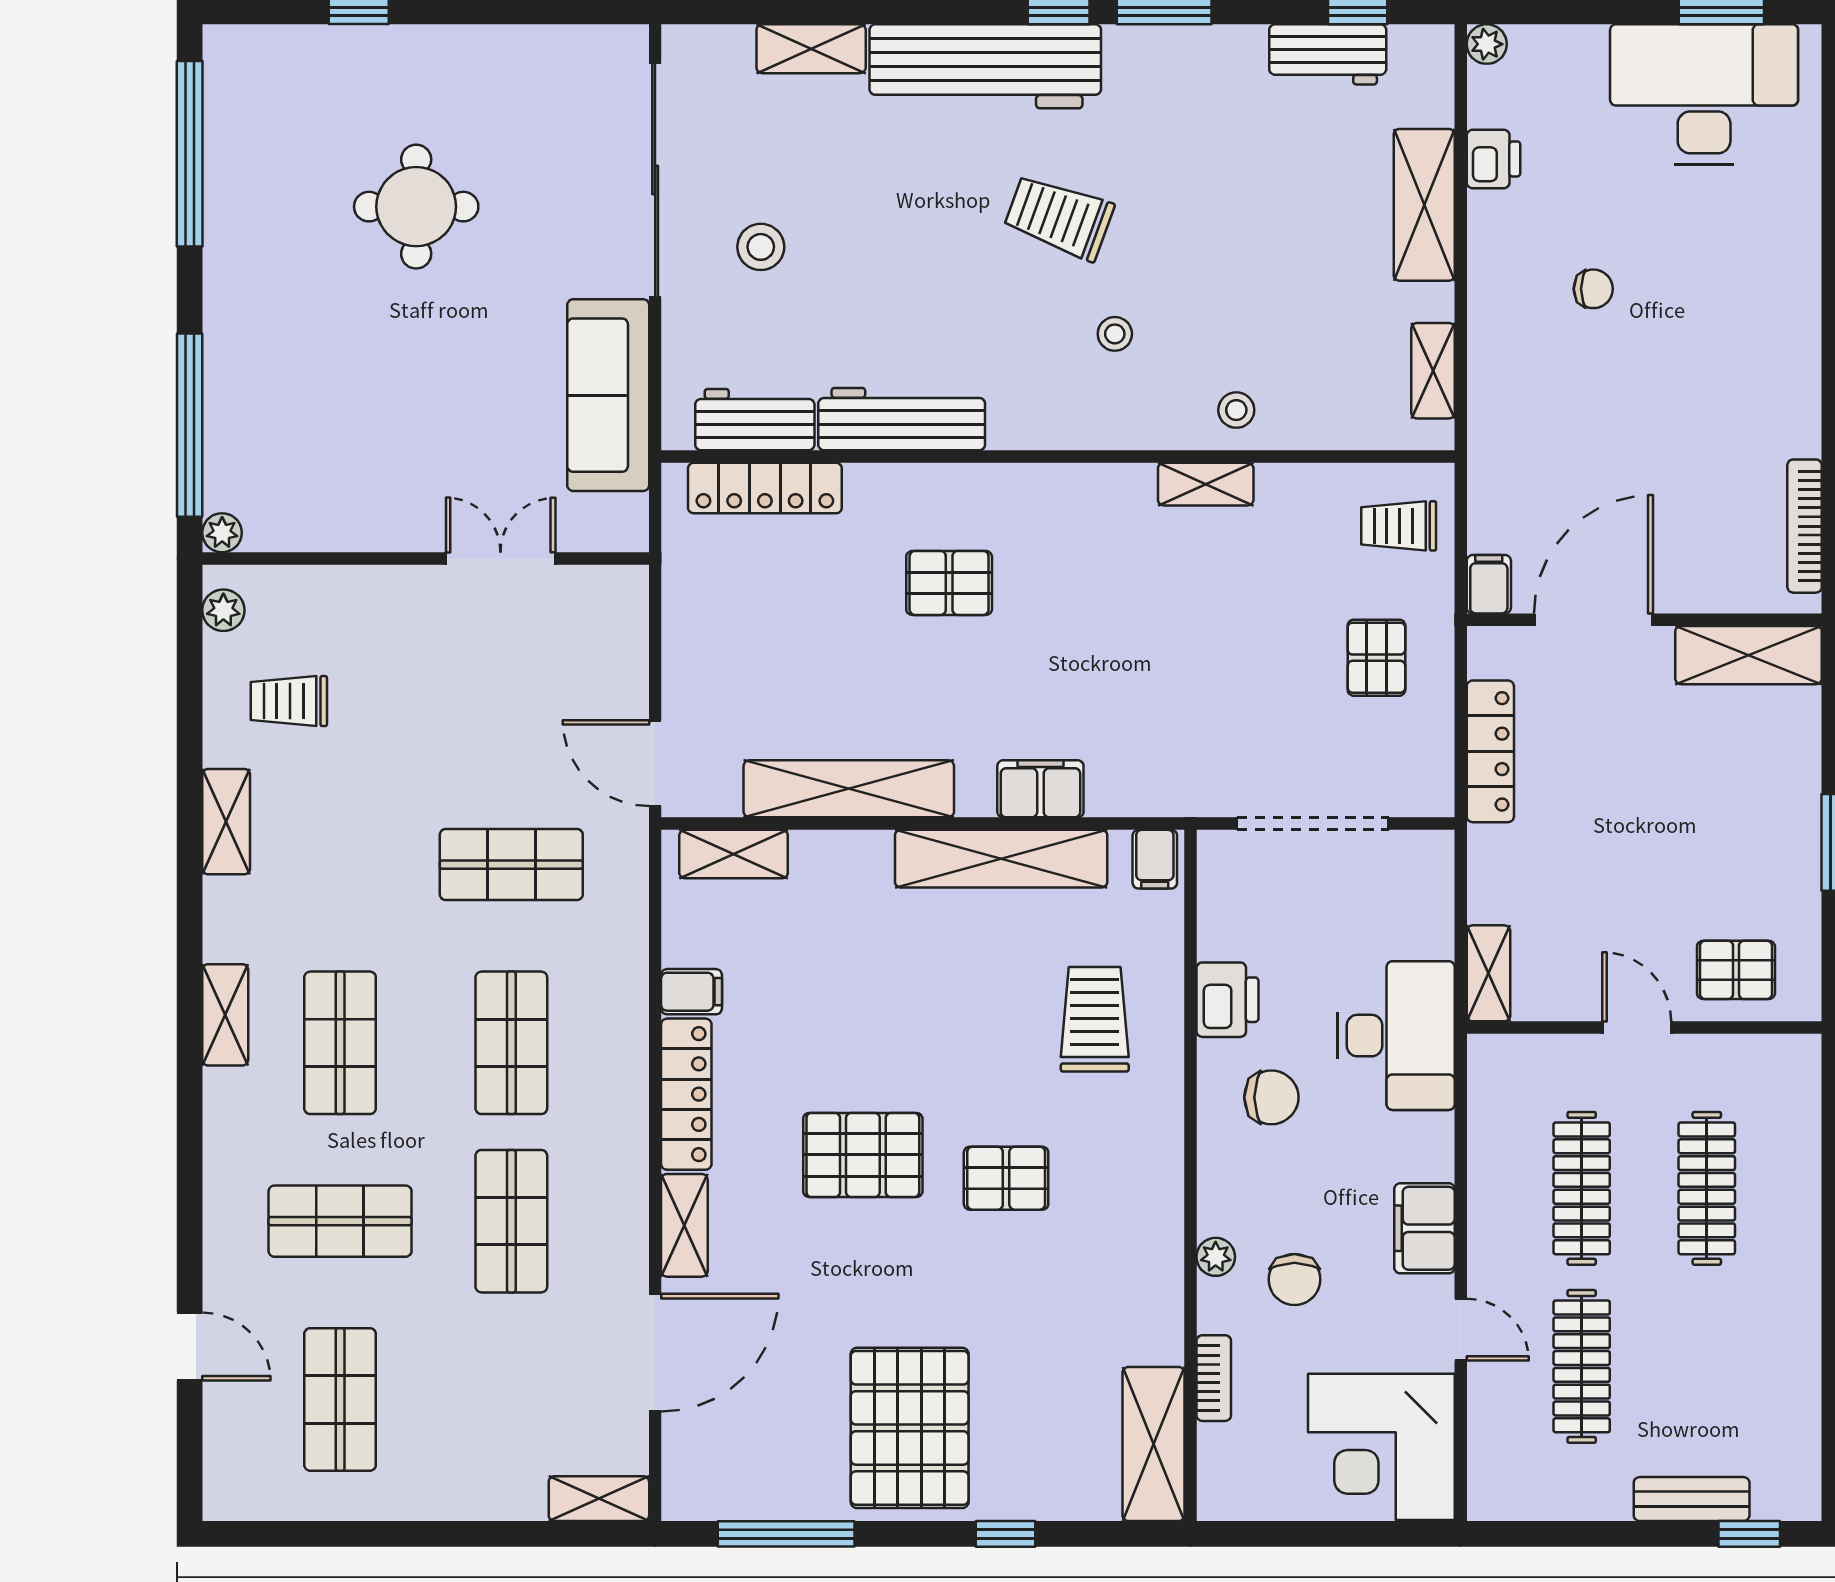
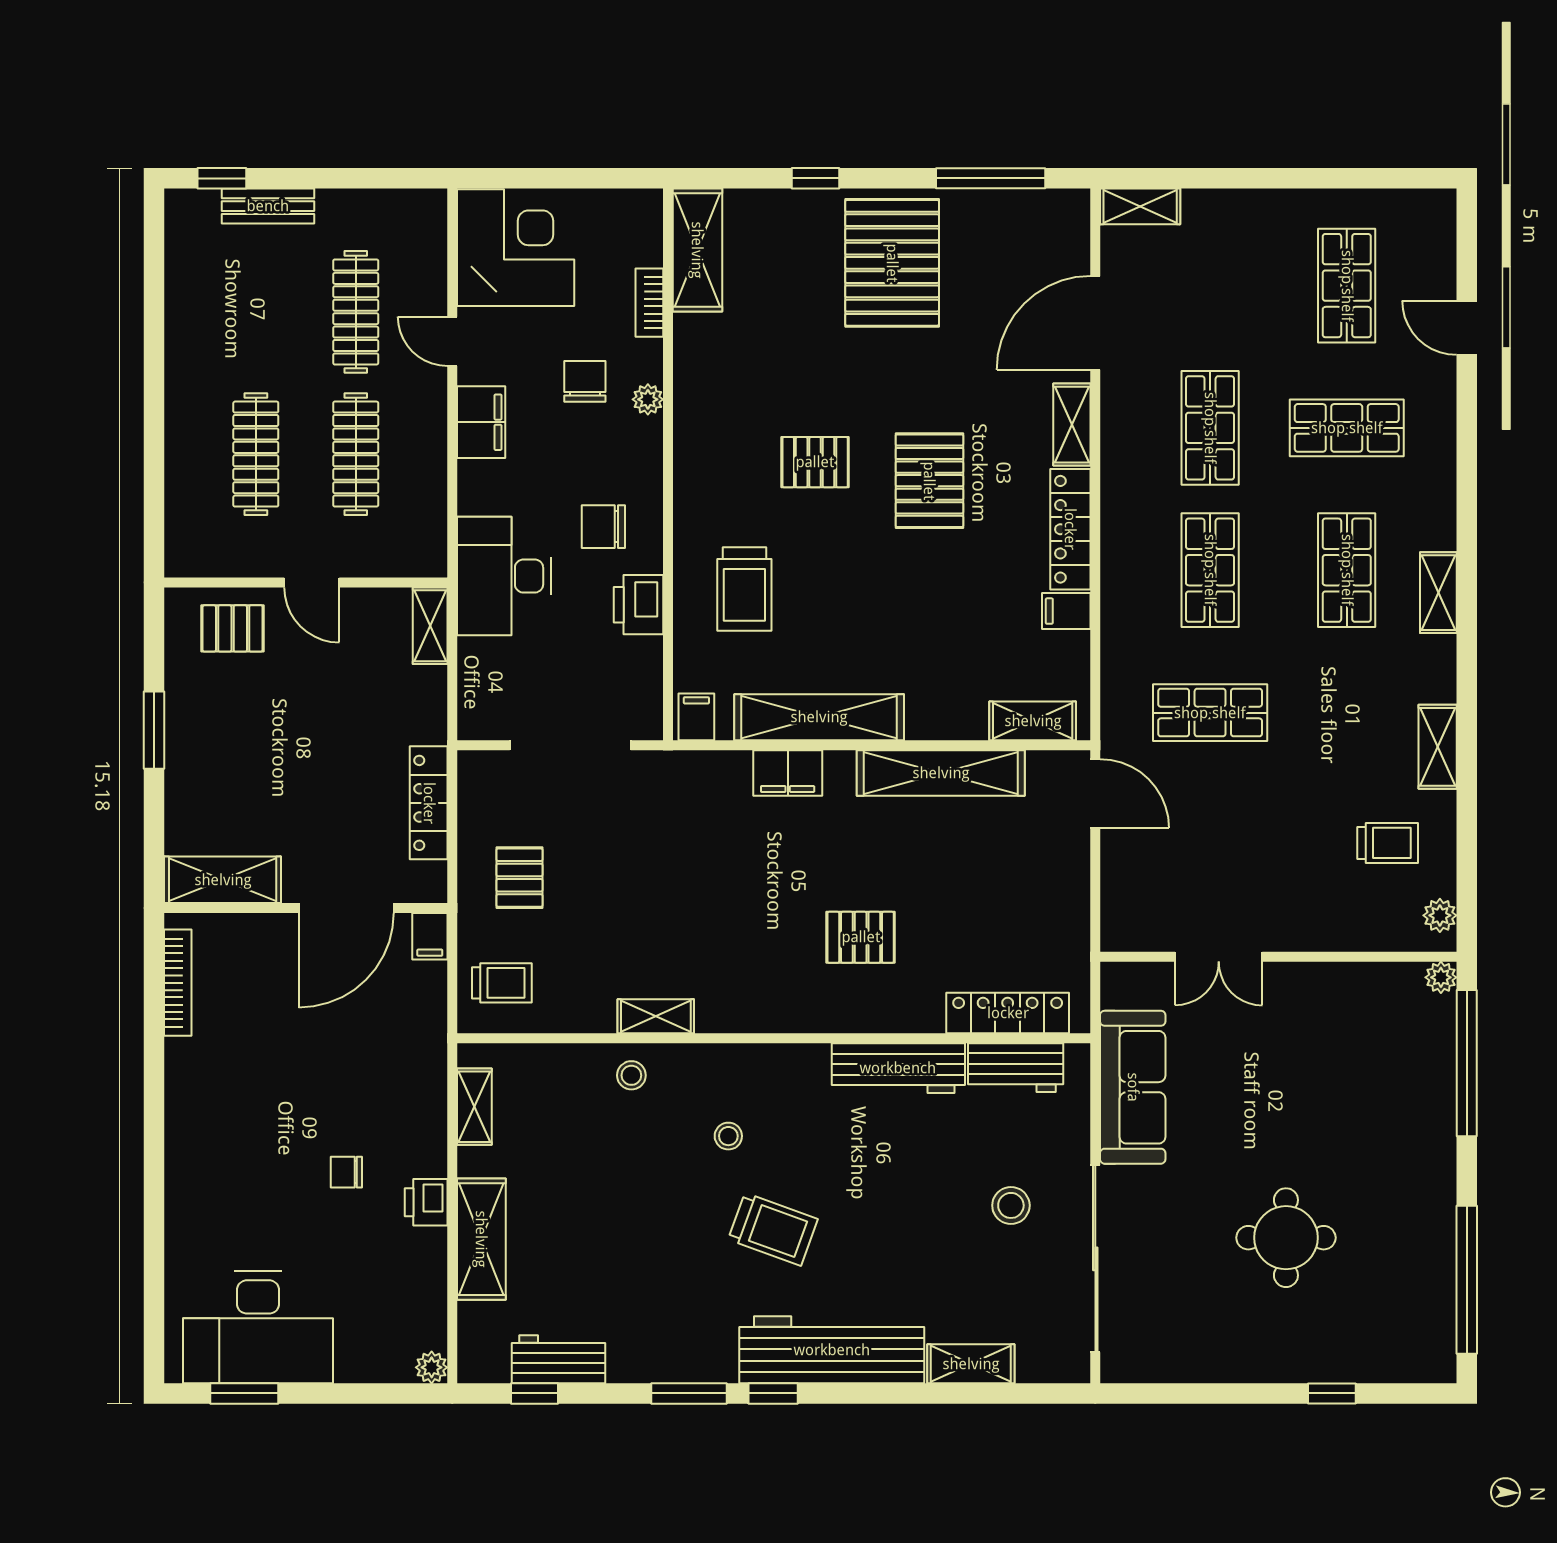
printer: (1493, 159) -> (426, 1202), moved
pallet: (863, 1155) -> (929, 481), turned 90

